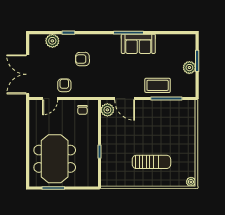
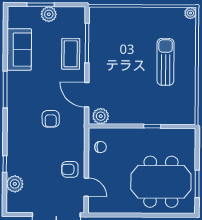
sofa: (138, 44) -> (19, 50), moved
armchair: (82, 59) -> (51, 119), moved
door: (125, 99) -> (87, 95), swing flipped

